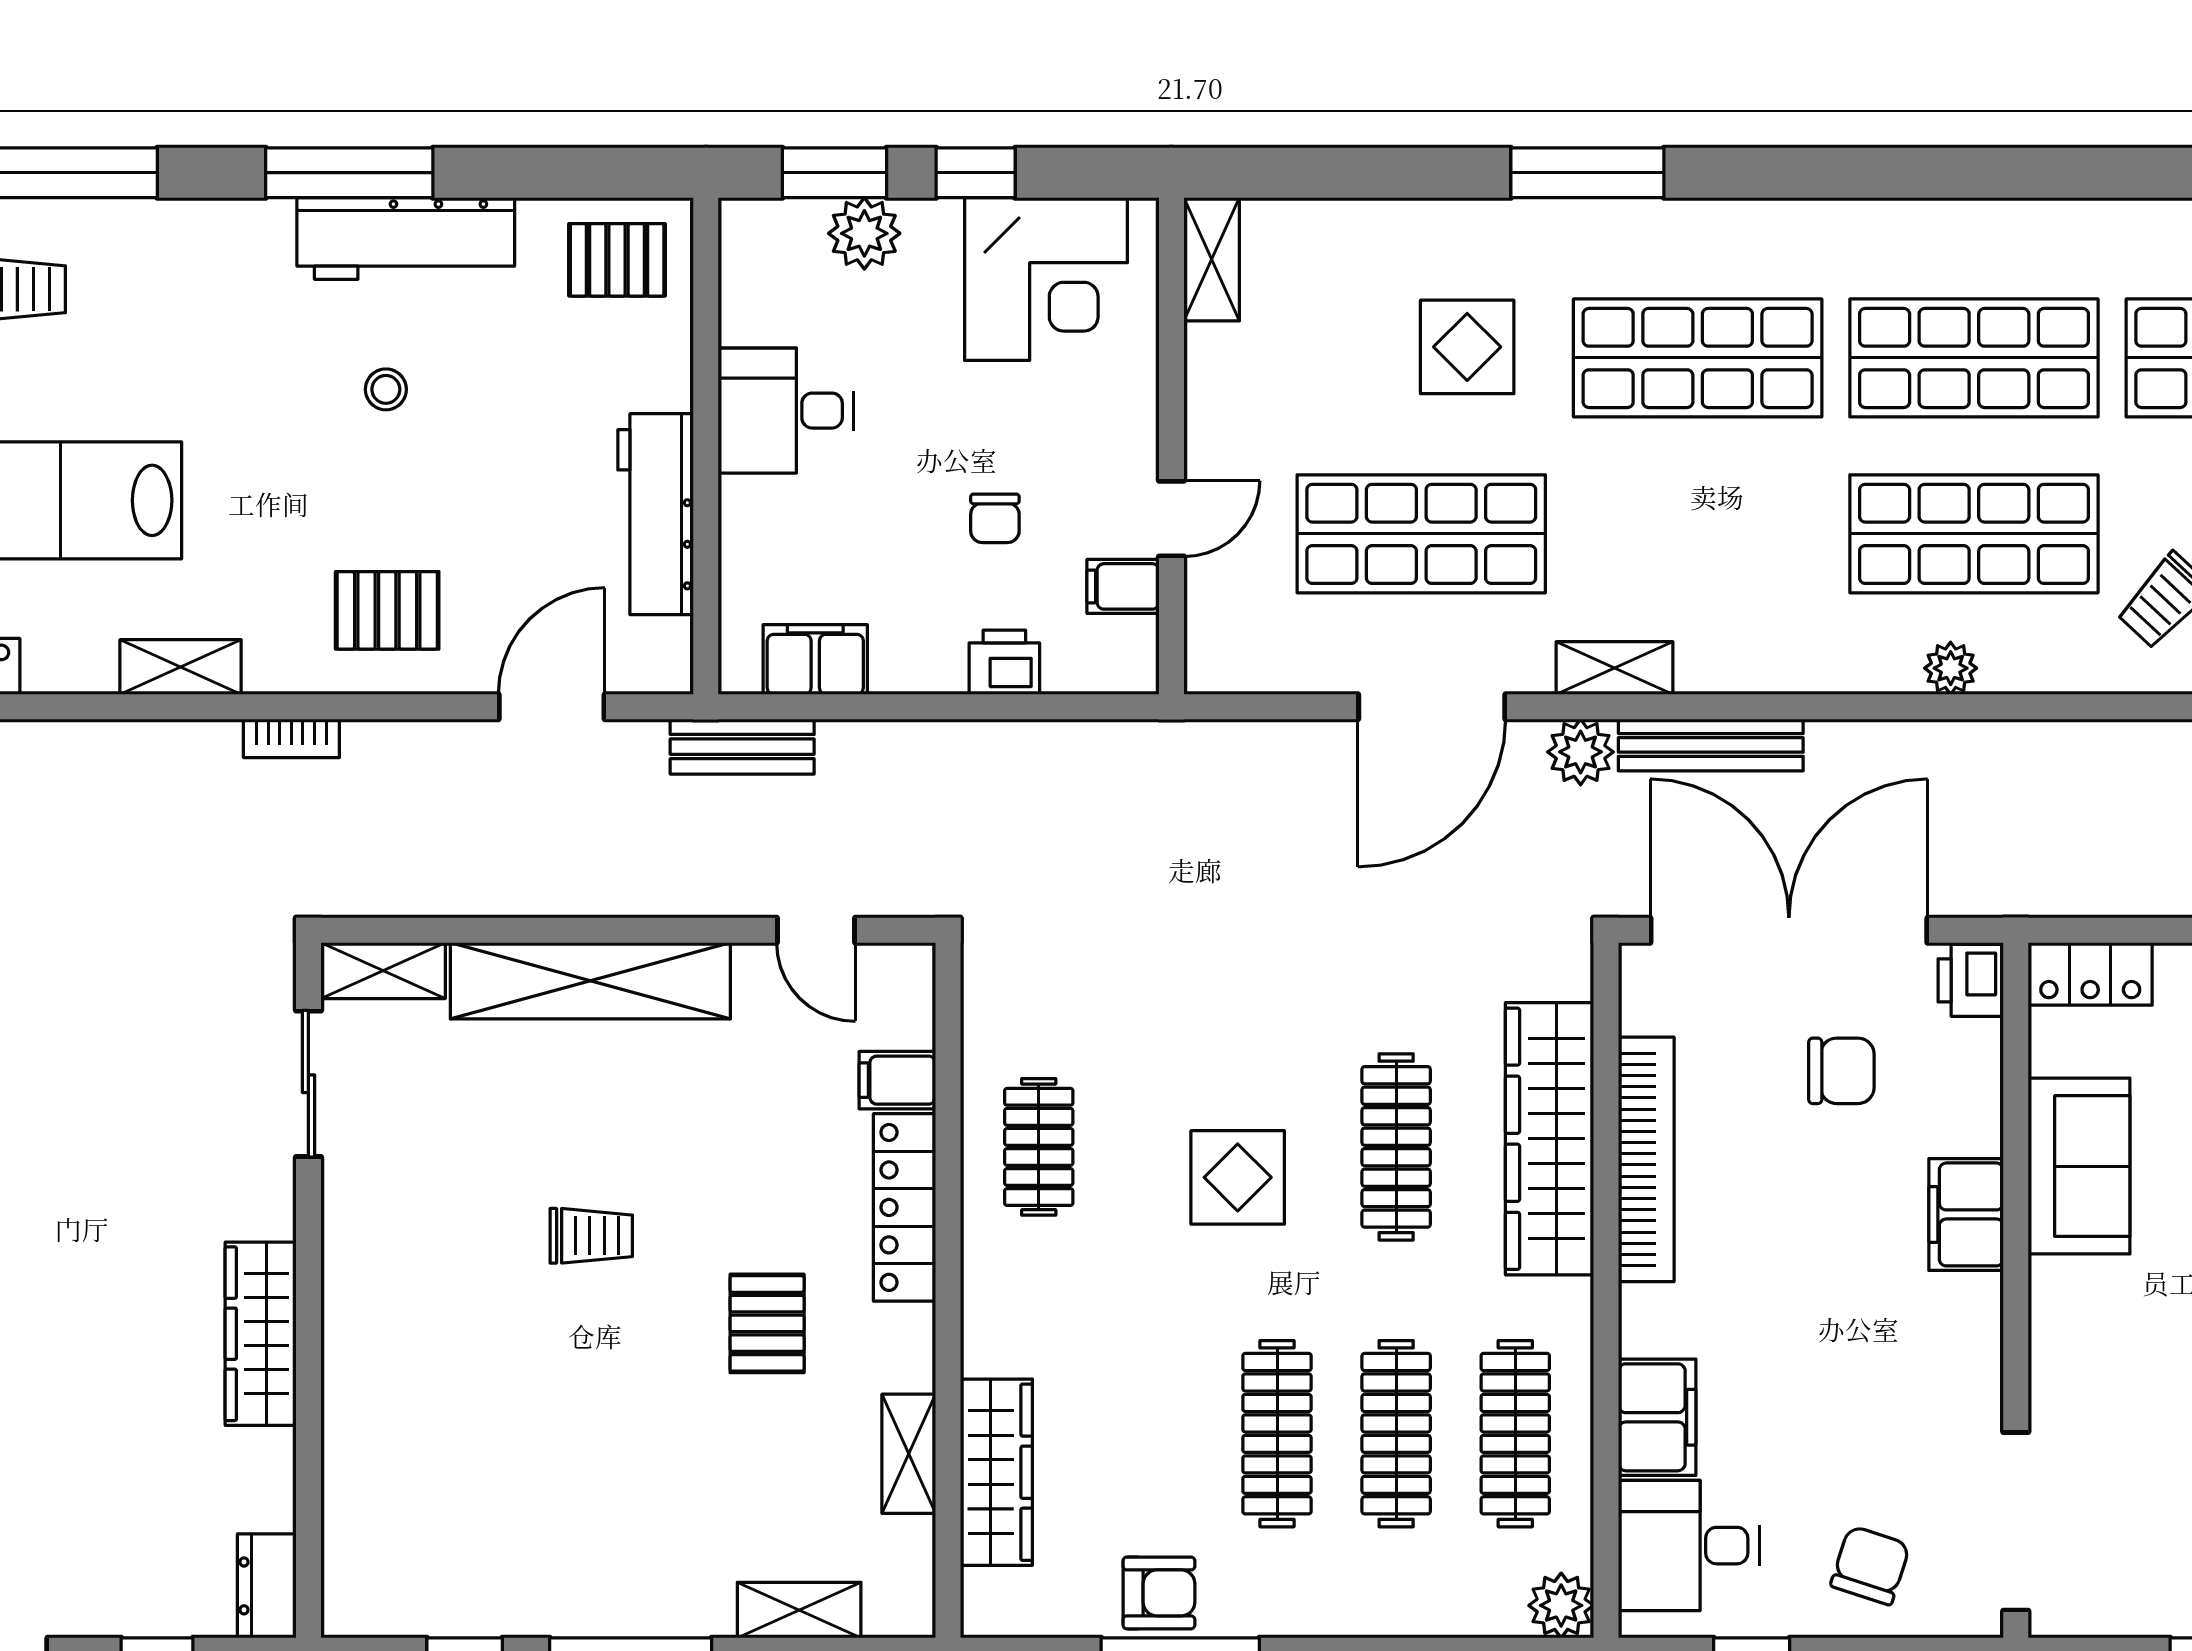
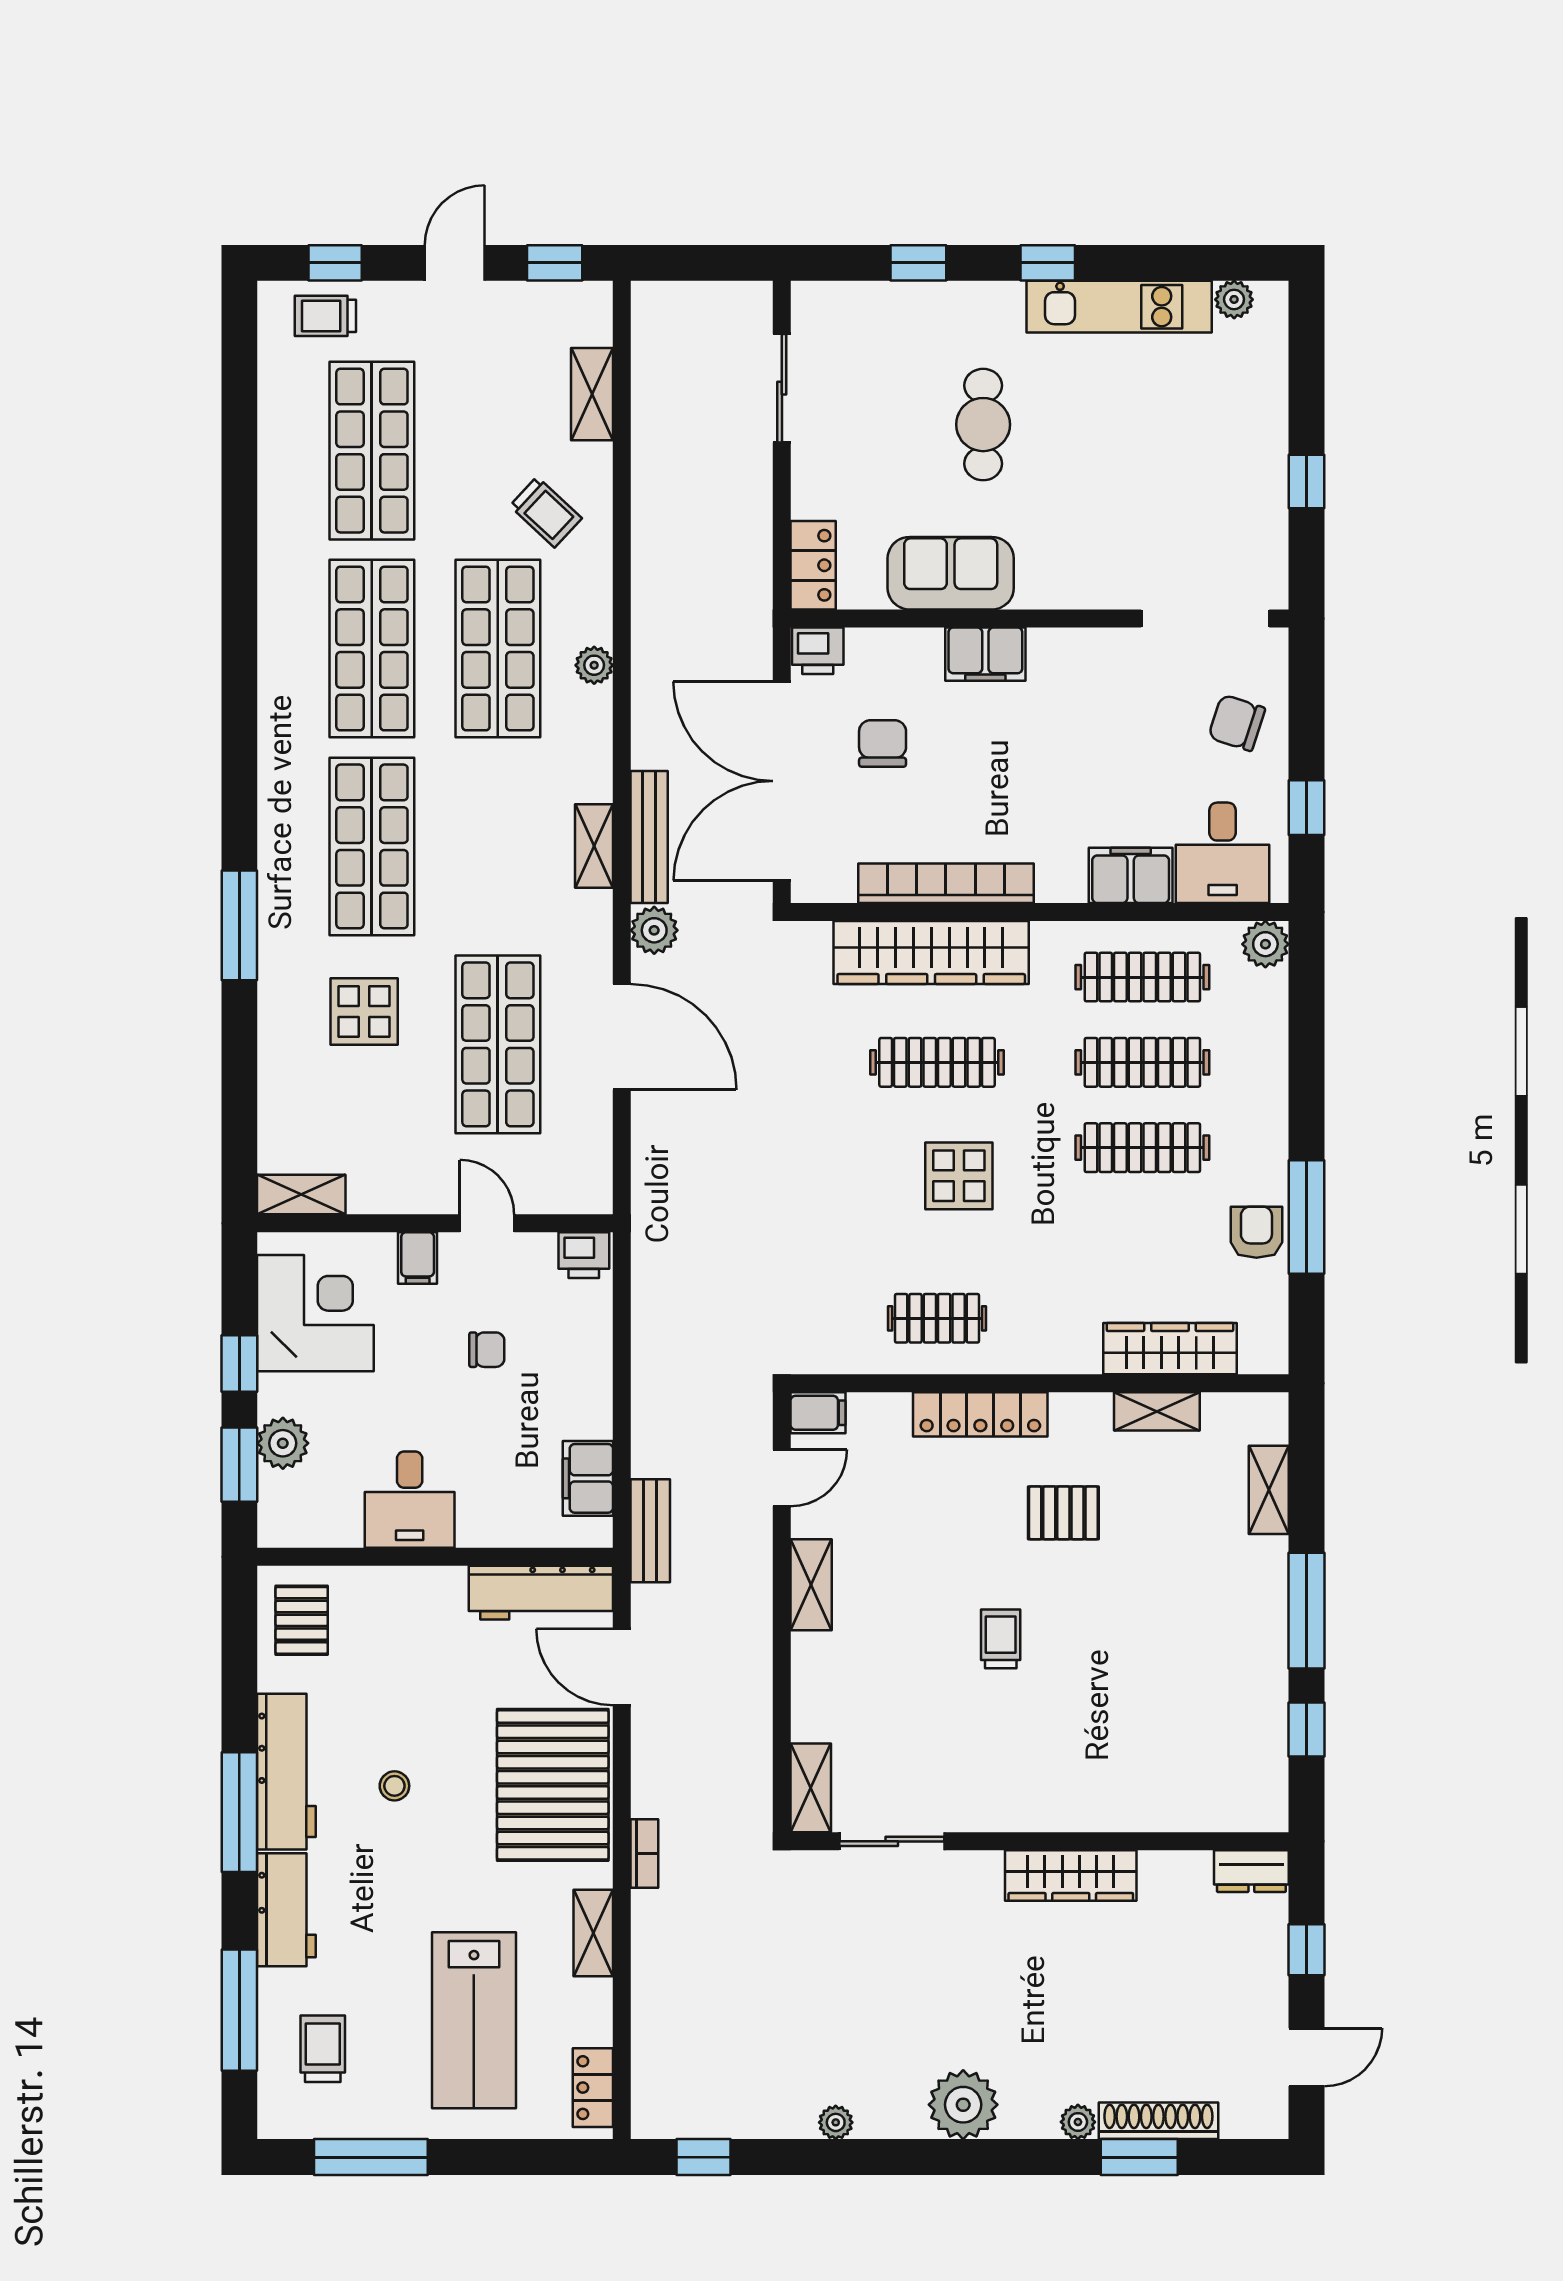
workbench: (213, 238) -> (286, 1910), added
workbench: (656, 514) -> (541, 1593), moved
filing cabinet: (1123, 586) -> (418, 1258), moved
pallet: (387, 610) -> (553, 1785), width x2.05, depth x2.00
printer: (1004, 662) -> (584, 1255), moved, turned -90
shelving: (1615, 668) -> (594, 846), moved
shelving: (590, 981) -> (811, 1585), width x0.45, depth x0.75
filing cabinet: (897, 1080) -> (818, 1413), moved, turned -90

